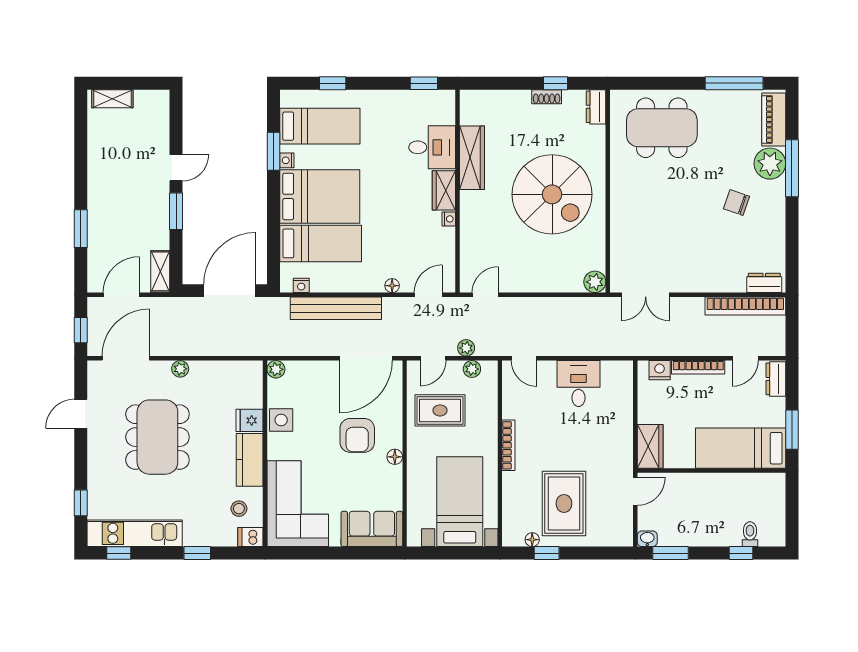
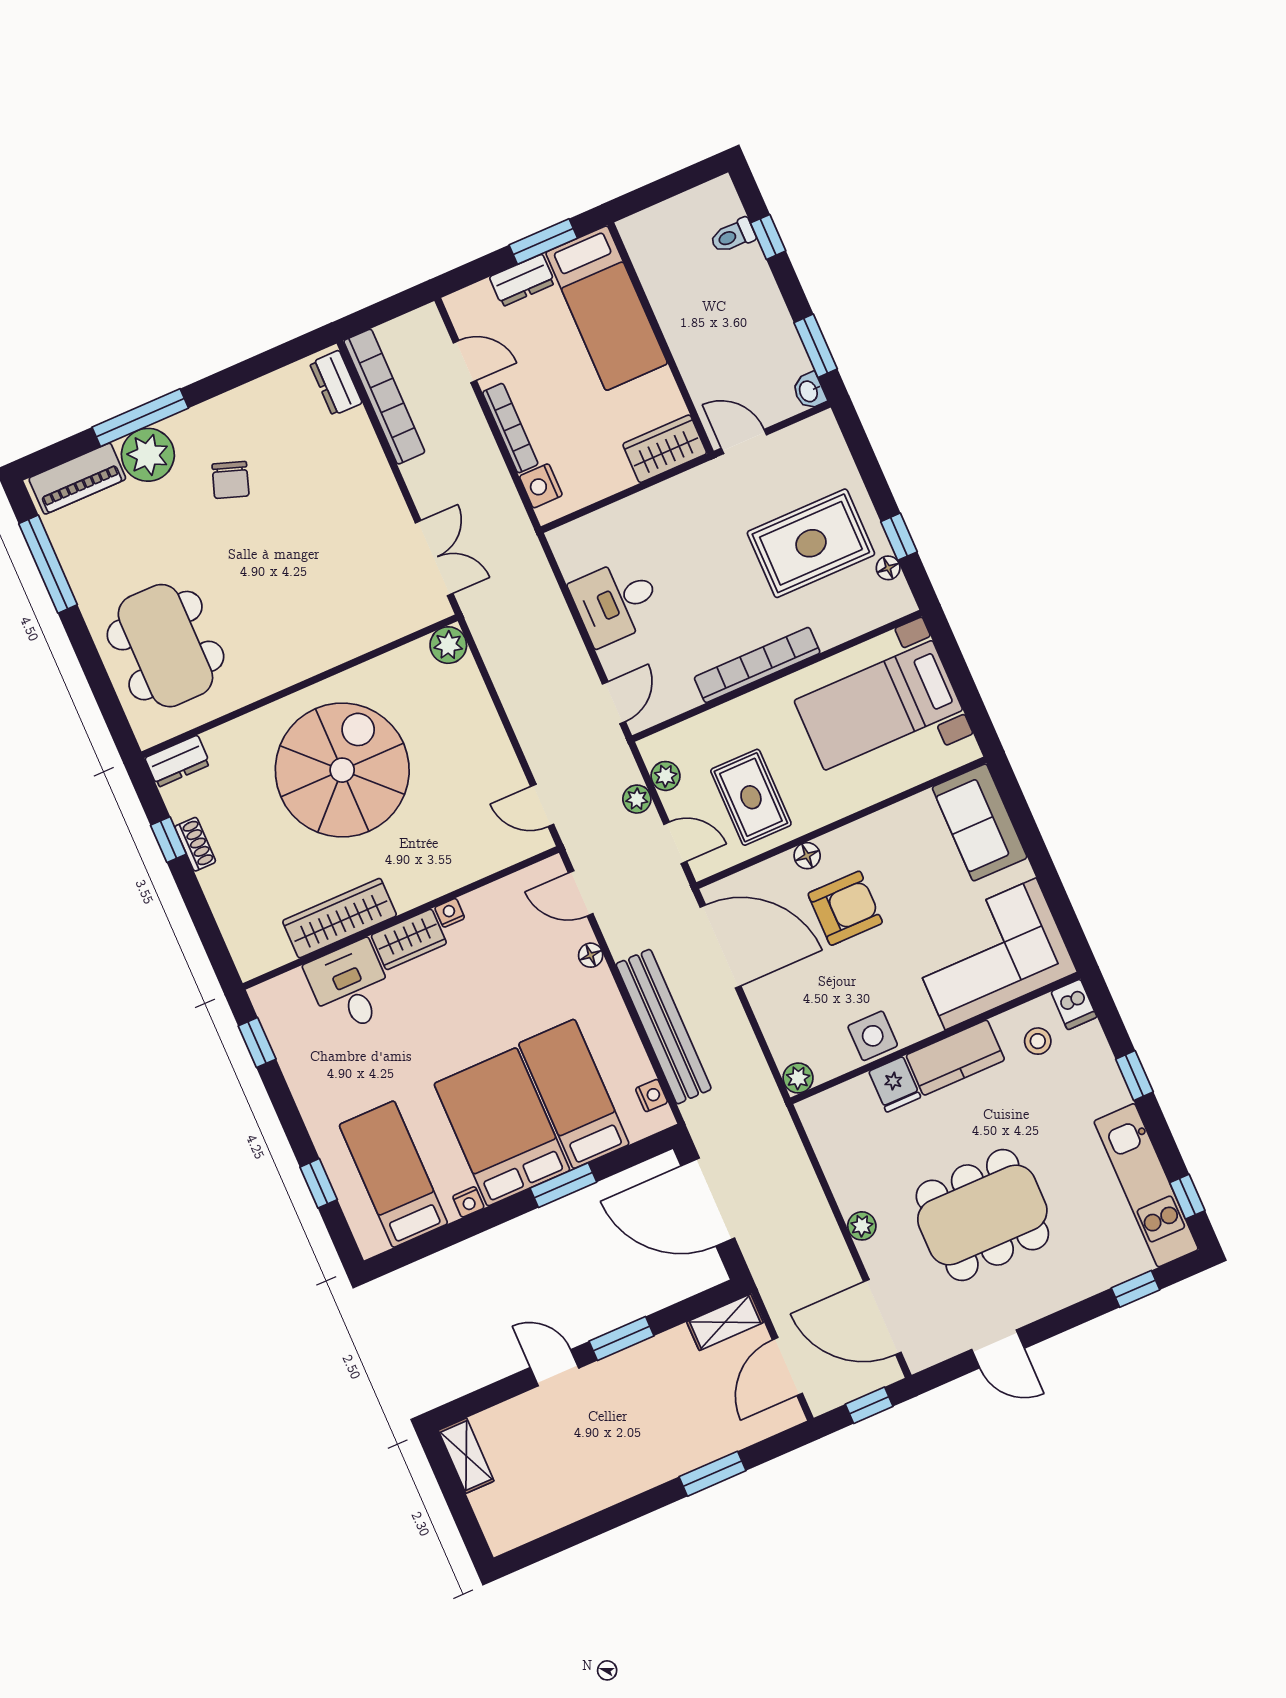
shelving: (112, 99) -> (466, 1456), moved
window: (273, 151) -> (563, 1185), moved
door: (121, 295) -> (787, 1367), hinge flipped
dresser: (776, 379) -> (522, 280), moved
bookcase: (508, 445) -> (757, 665), width x1.48, depth x1.31
floor lamp: (395, 457) -> (807, 856), moved

